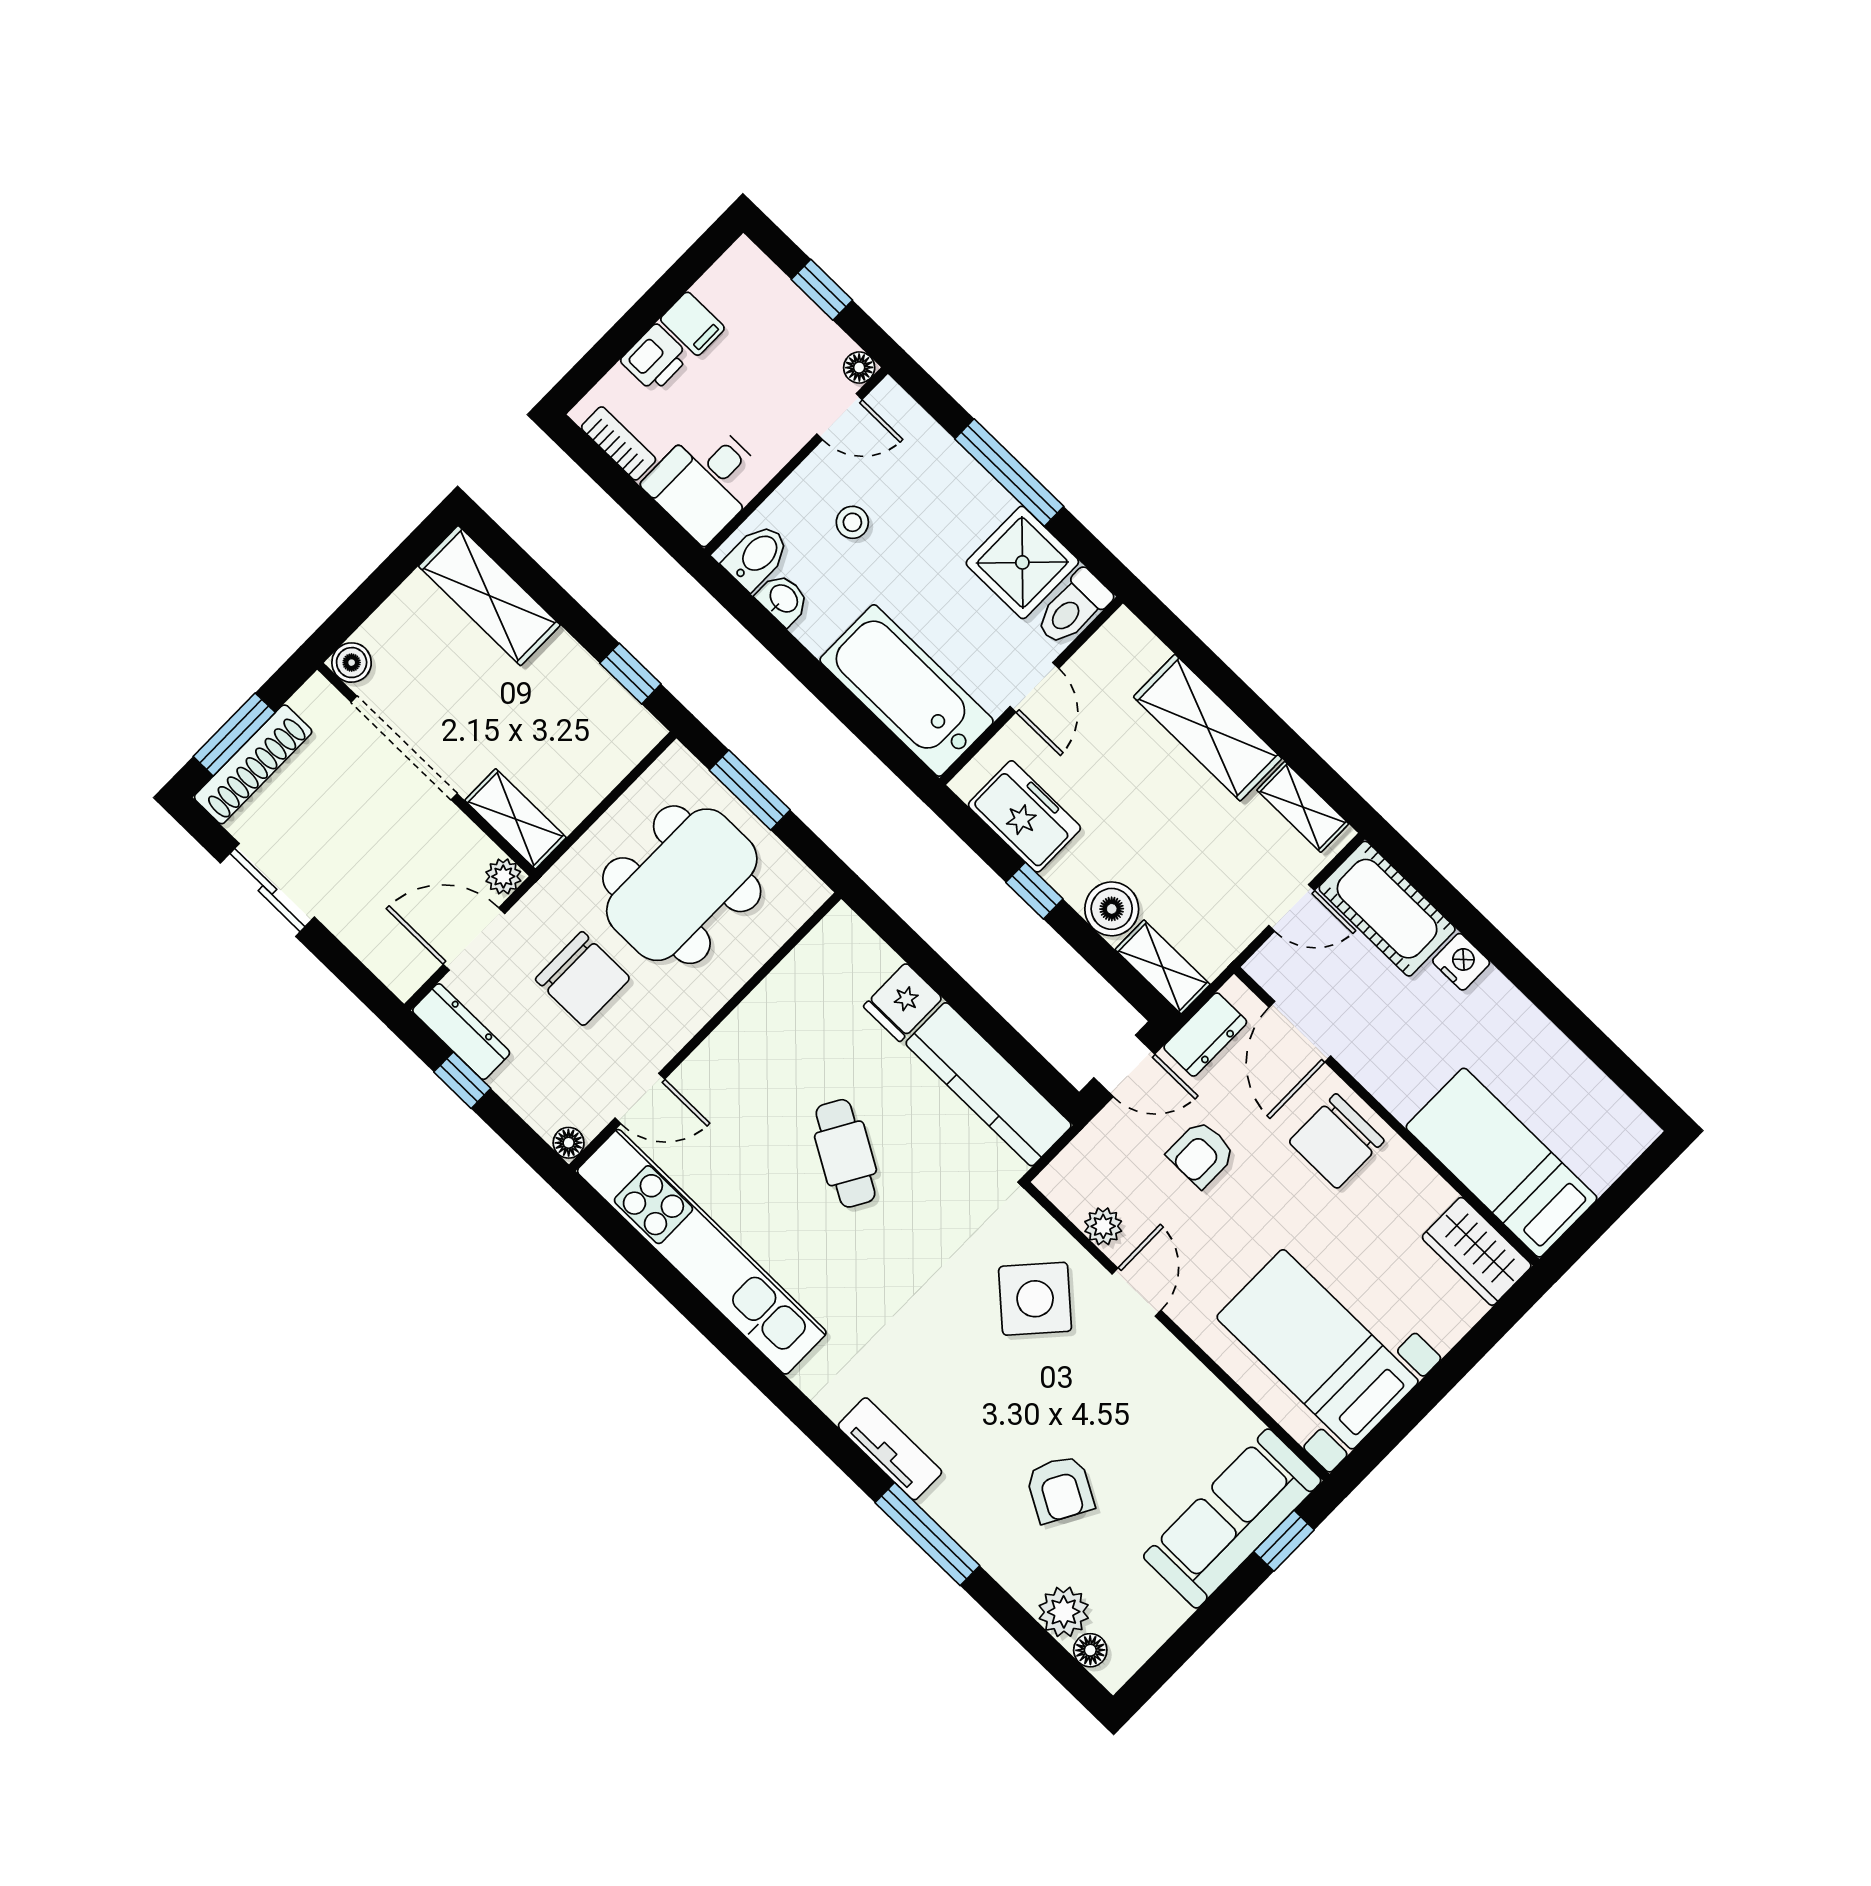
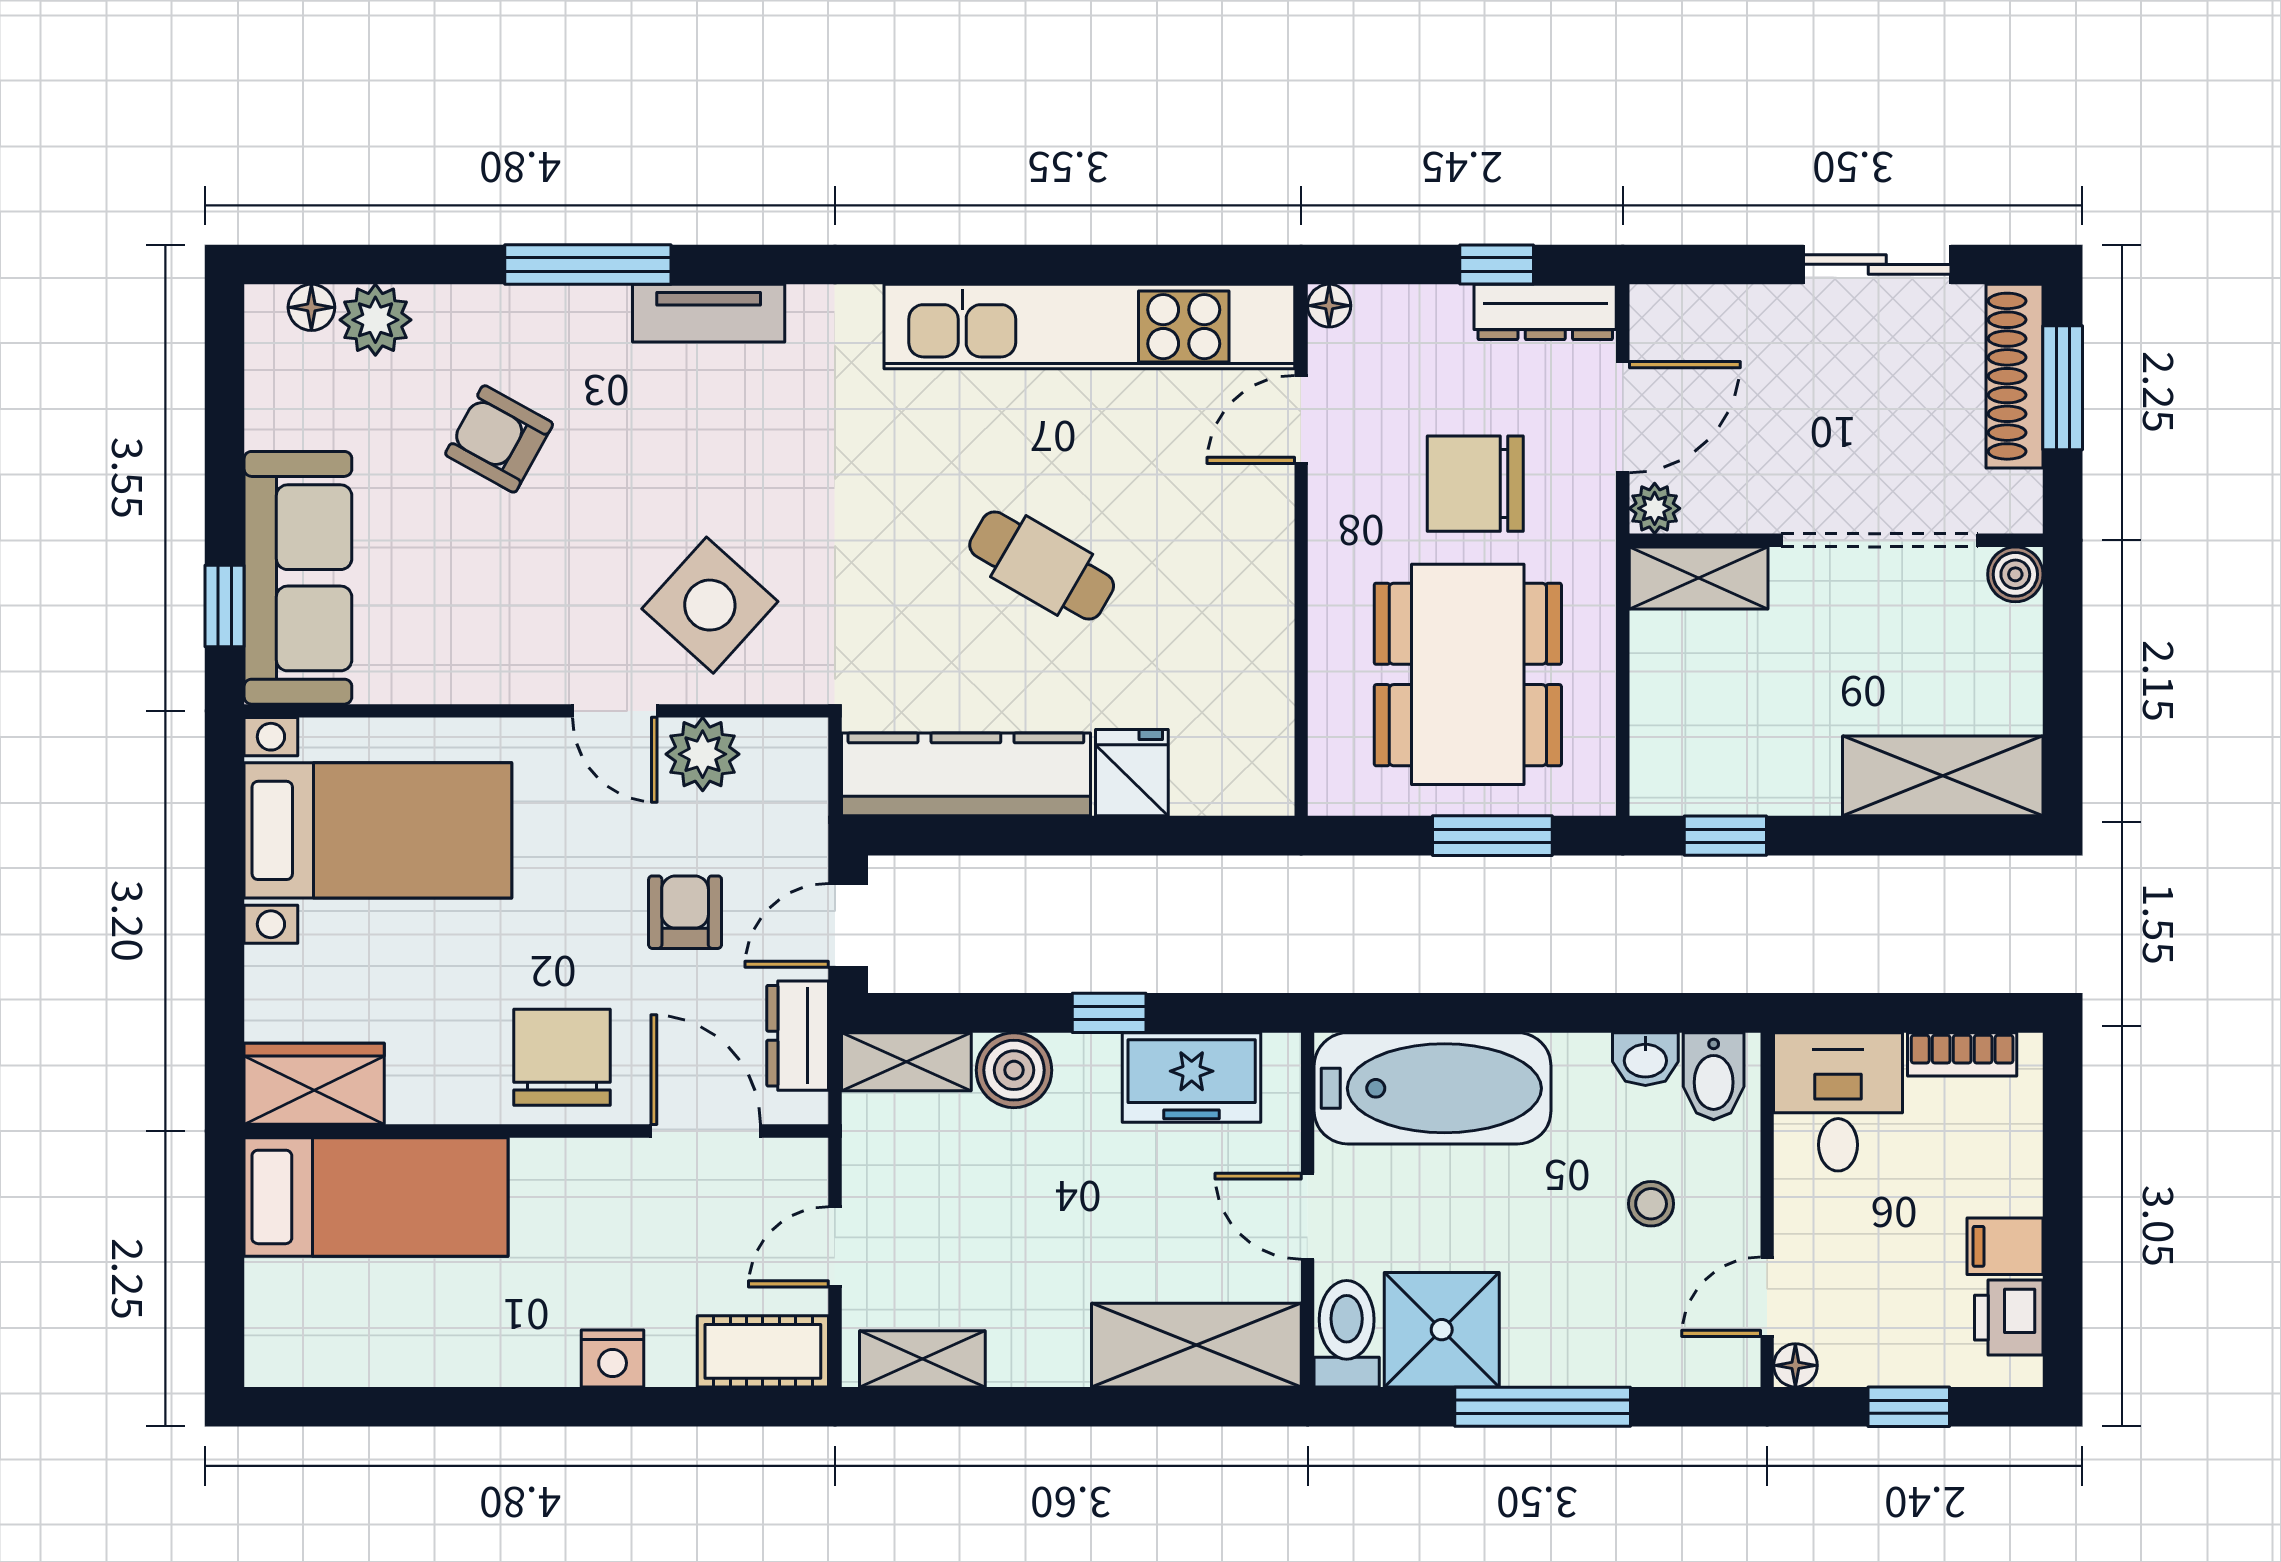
printer: (655, 358) -> (2009, 1318), moved
shelving: (1208, 728) -> (1196, 1345), moved
cot: (1387, 909) -> (763, 1351), width x0.73, depth x0.75
plant: (1103, 1226) -> (703, 754), width x1.38, depth x1.38

